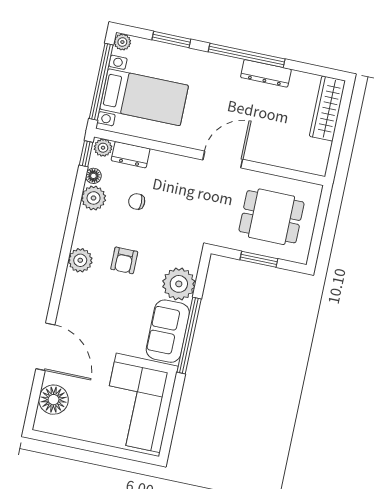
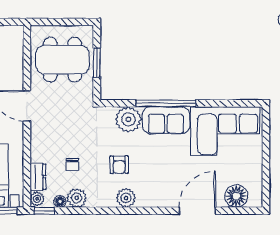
dining table: (272, 217) -> (62, 60), width x1.38
armchair: (124, 260) -> (119, 165), turned 90

